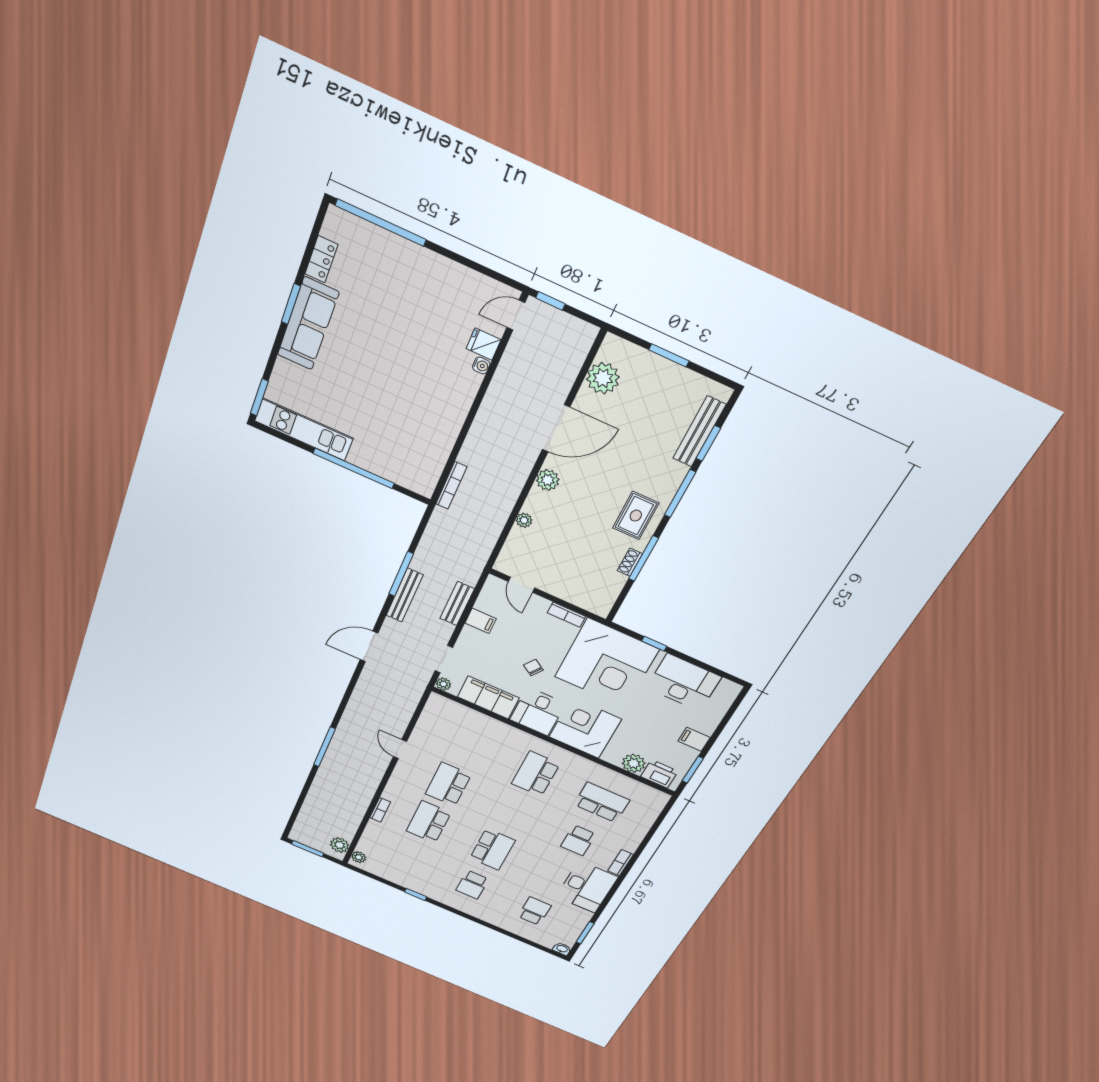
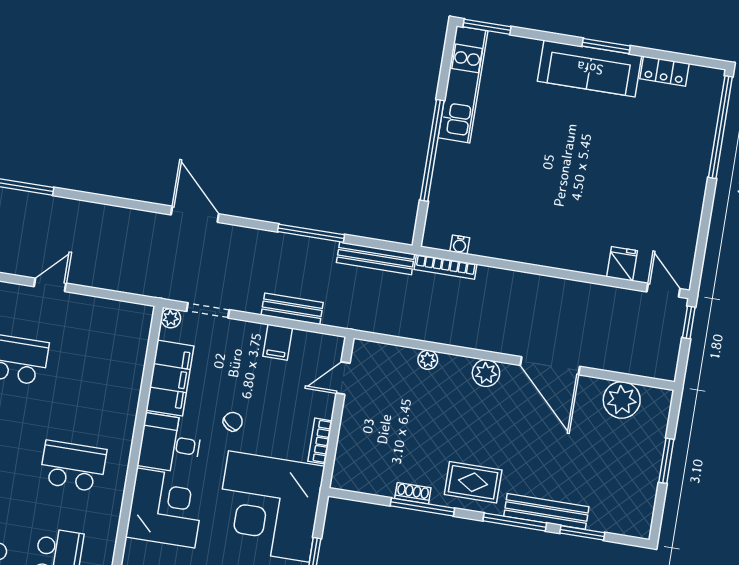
water cooler: (481, 365) -> (460, 245), moved
bench: (699, 432) -> (546, 511), moved
bench: (405, 595) -> (376, 258), moved

